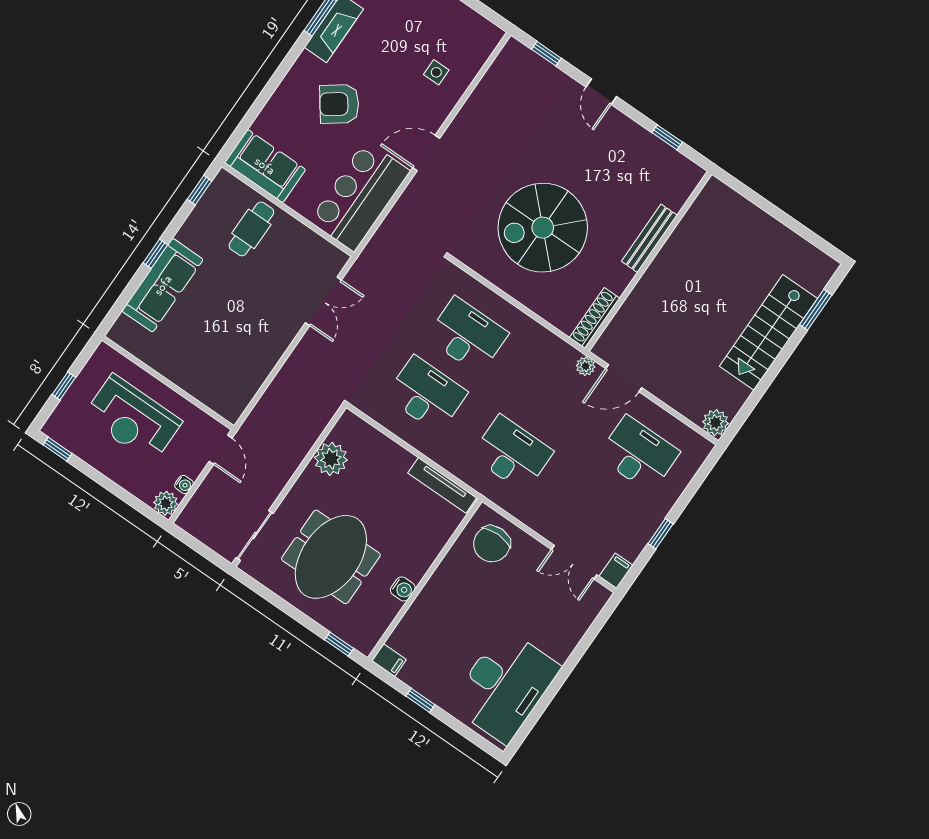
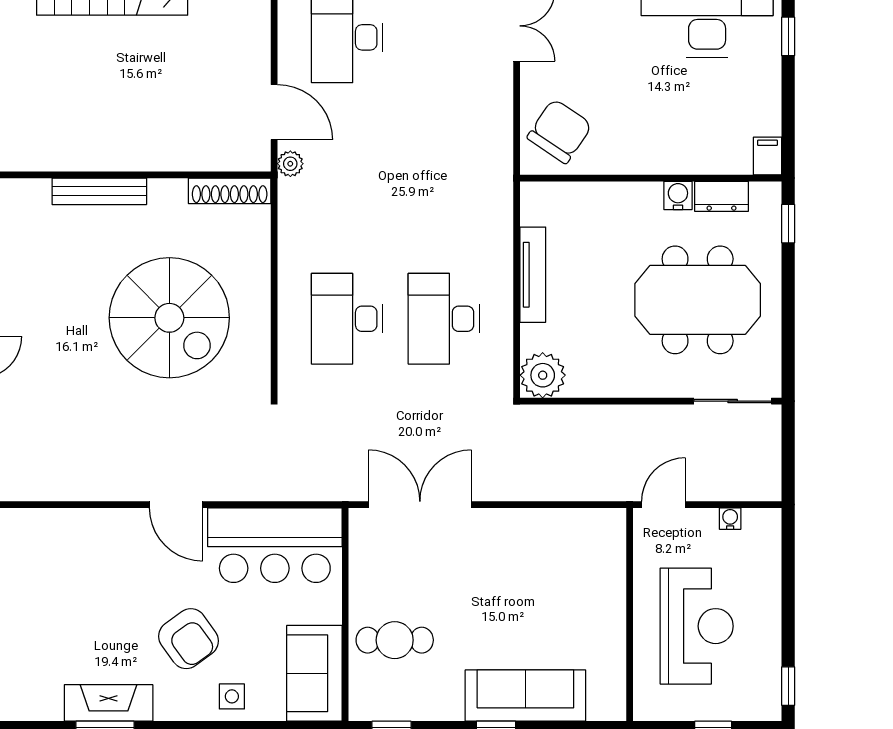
side table: (436, 72) -> (232, 696), moved
double door: (323, 301) -> (420, 505), width x1.37
desk: (512, 454) -> (444, 178), removed
plant: (331, 459) -> (543, 375), moved
tv unit: (442, 485) -> (533, 275), moved
plant: (166, 503) -> (765, 524), removed
chair: (492, 544) -> (560, 131), turned -56
dresser: (384, 615) -> (722, 196), added
window: (420, 700) -> (788, 36), moved

